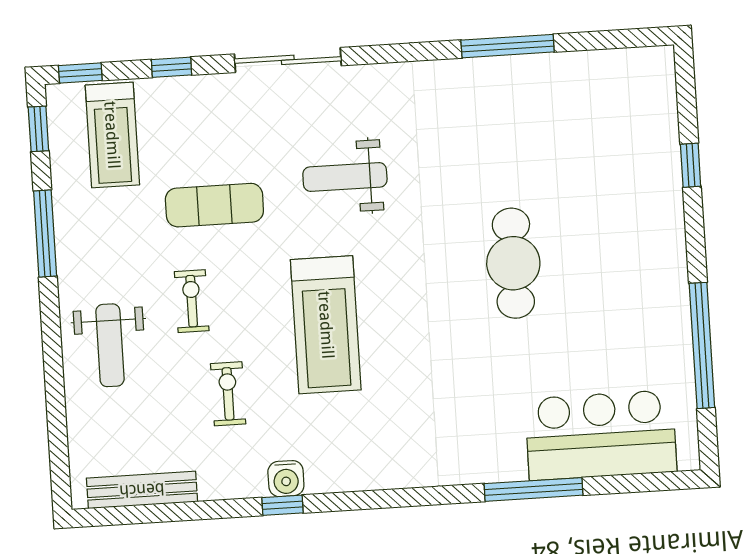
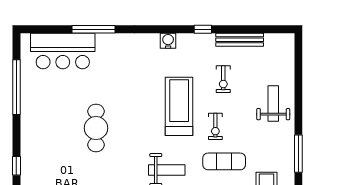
exercise bike: (192, 301) -> (215, 126), moved
water cooler: (286, 479) -> (168, 41), moved
bench: (142, 490) -> (240, 40), moved

